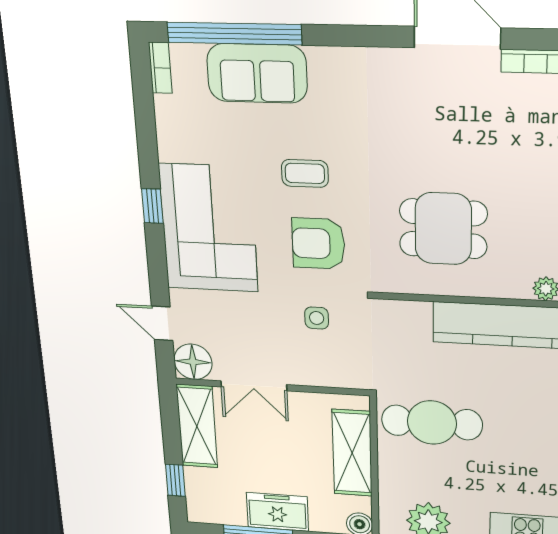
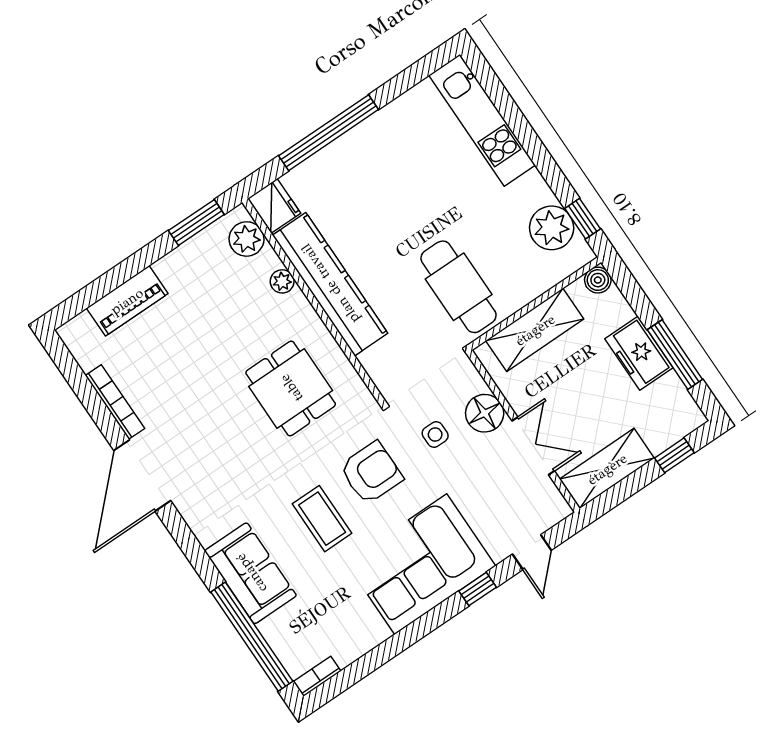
sofa: (257, 73) -> (251, 573), moved
coffee table: (305, 173) -> (322, 519), width x1.36, depth x1.30
window: (152, 206) -> (478, 589), moved
armchair: (318, 244) -> (371, 473), turned -90
floor lamp: (193, 362) -> (485, 413), moved

